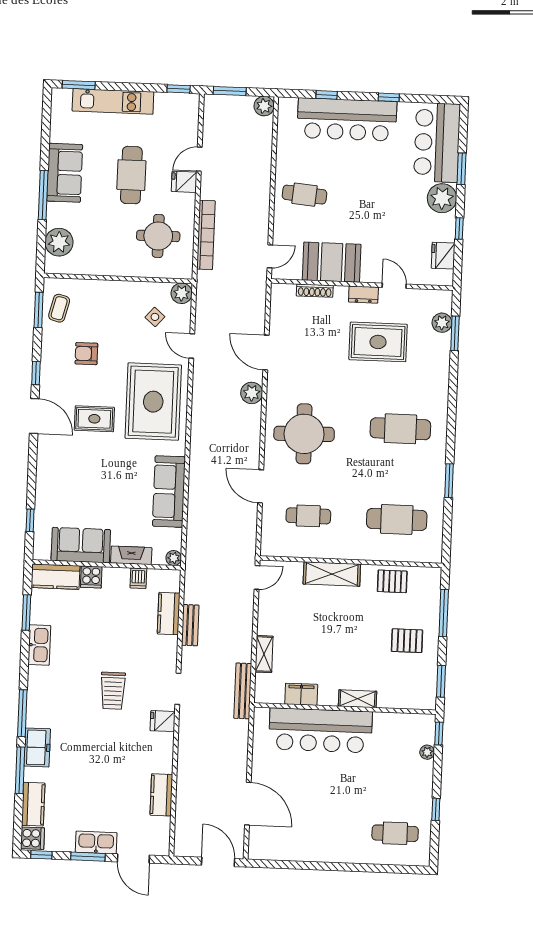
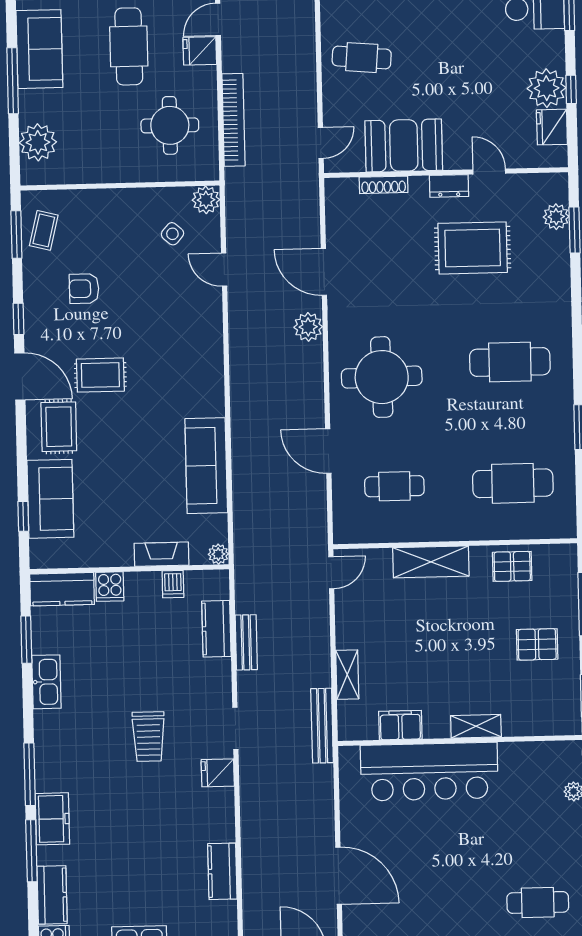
plant: (442, 198) -> (547, 88), moved
rug: (153, 402) -> (59, 427), moved, width x0.54, depth x0.49
sofa: (81, 545) -> (50, 499), moved, turned 90

